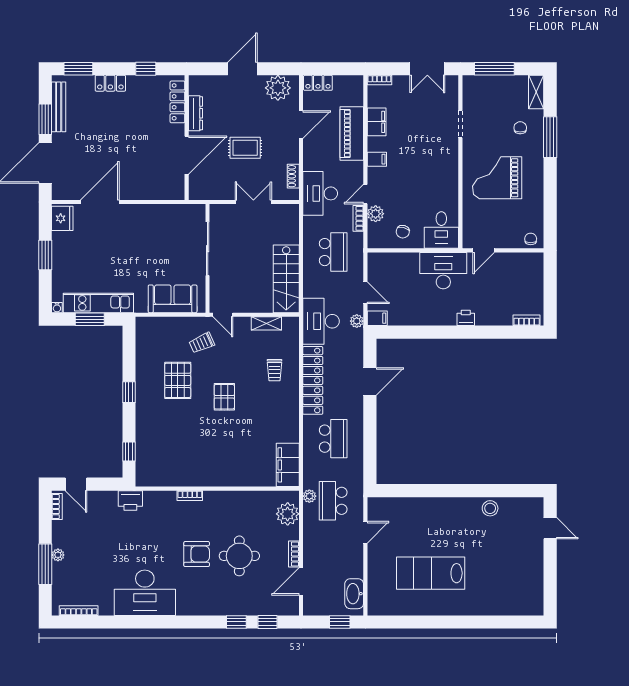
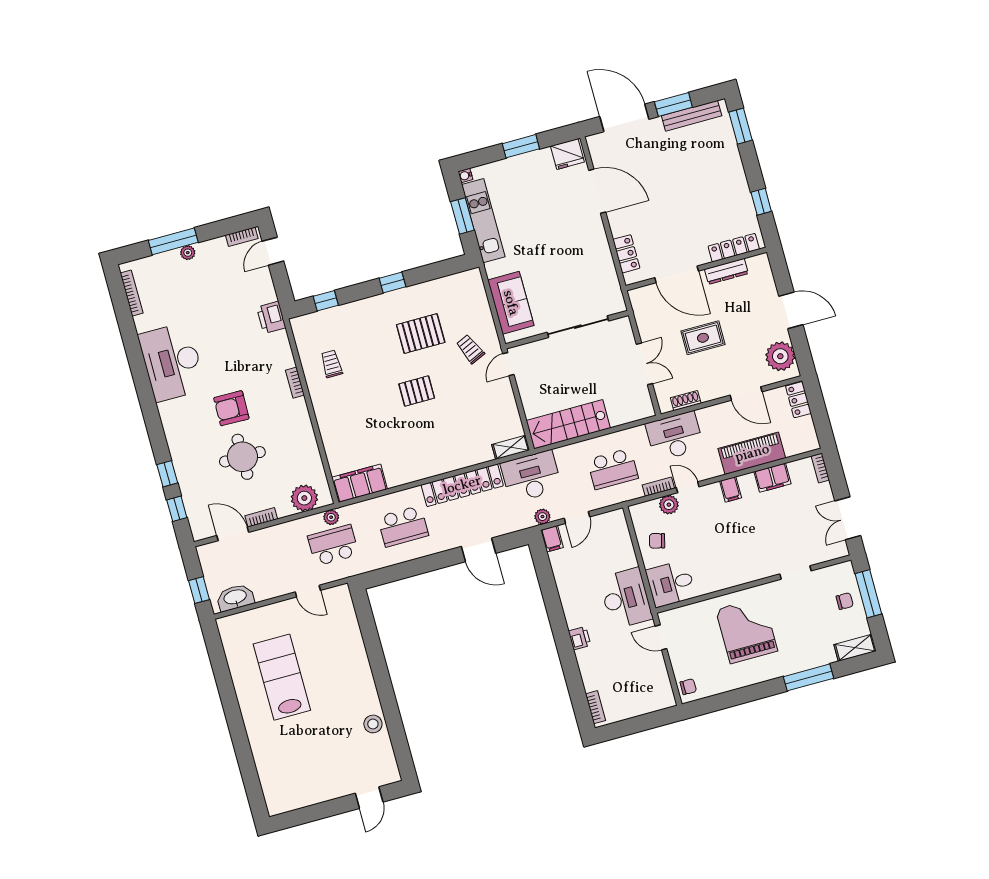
locker: (110, 83) -> (626, 254), moved, turned 180
chair: (520, 128) -> (845, 601), moved
rug: (245, 148) -> (703, 338), turned 90
shelving: (266, 323) -> (511, 447), moved, turned 90
trolley: (275, 370) -> (331, 364), moved, turned 90
armchair: (197, 554) -> (231, 408), turned 91

